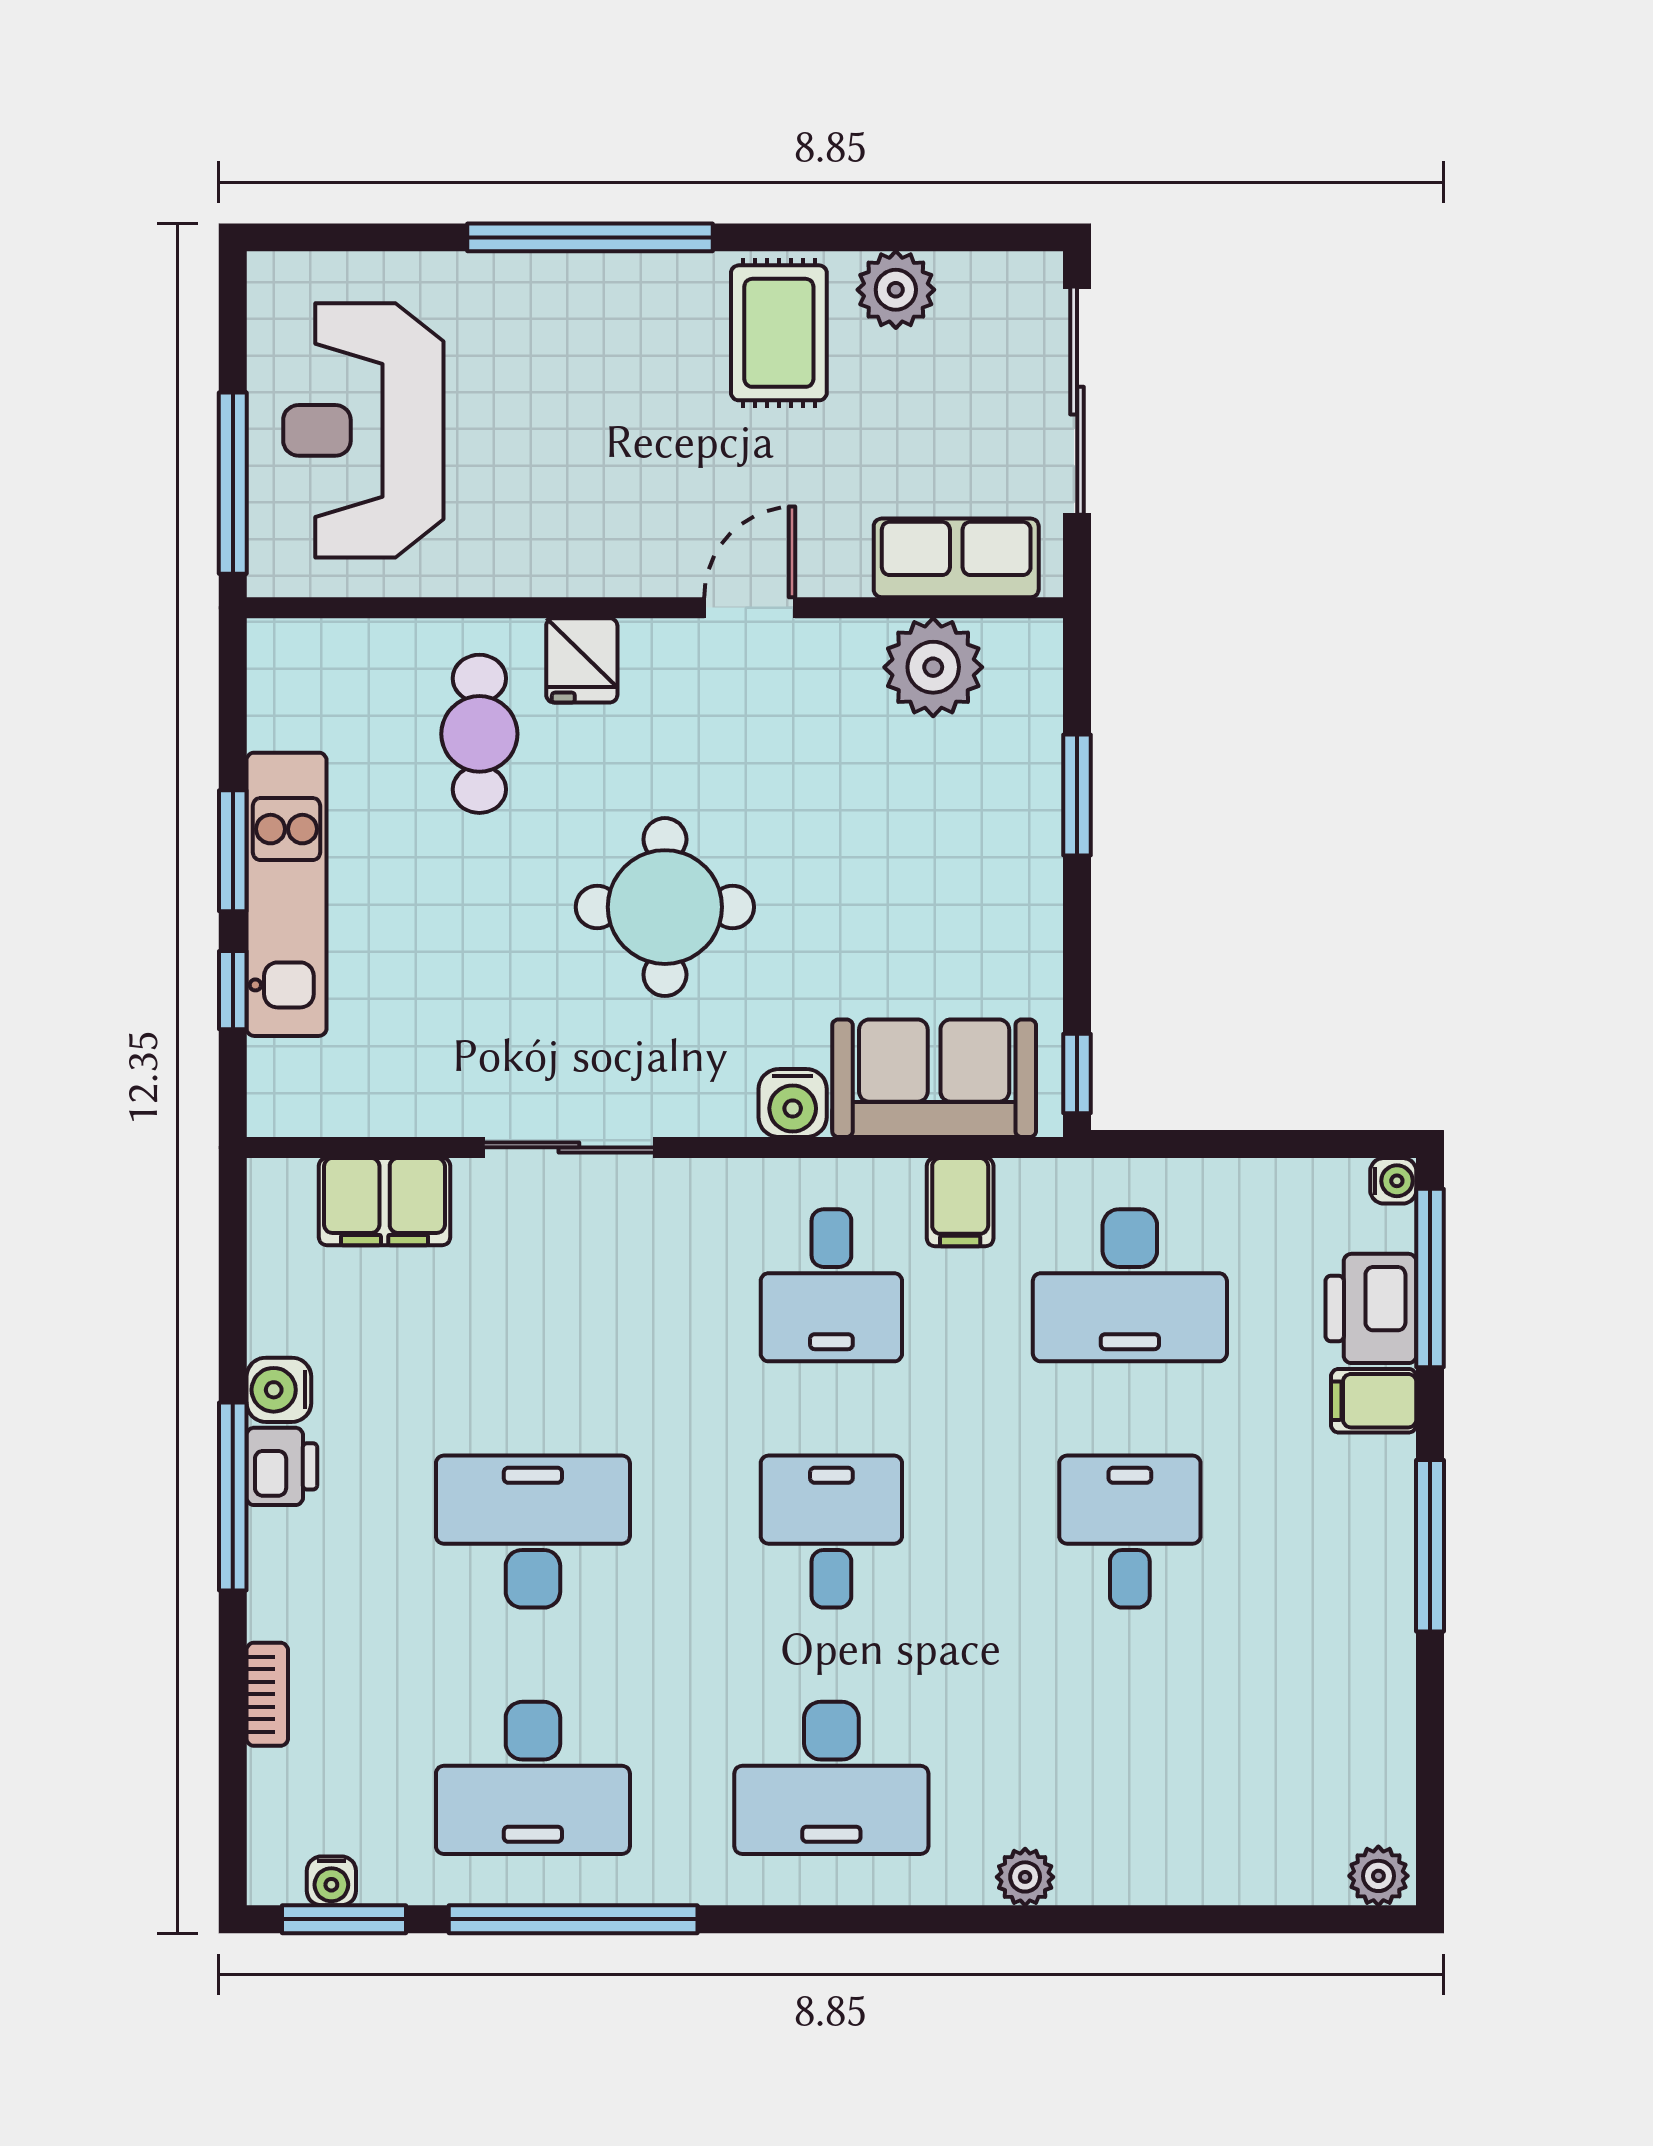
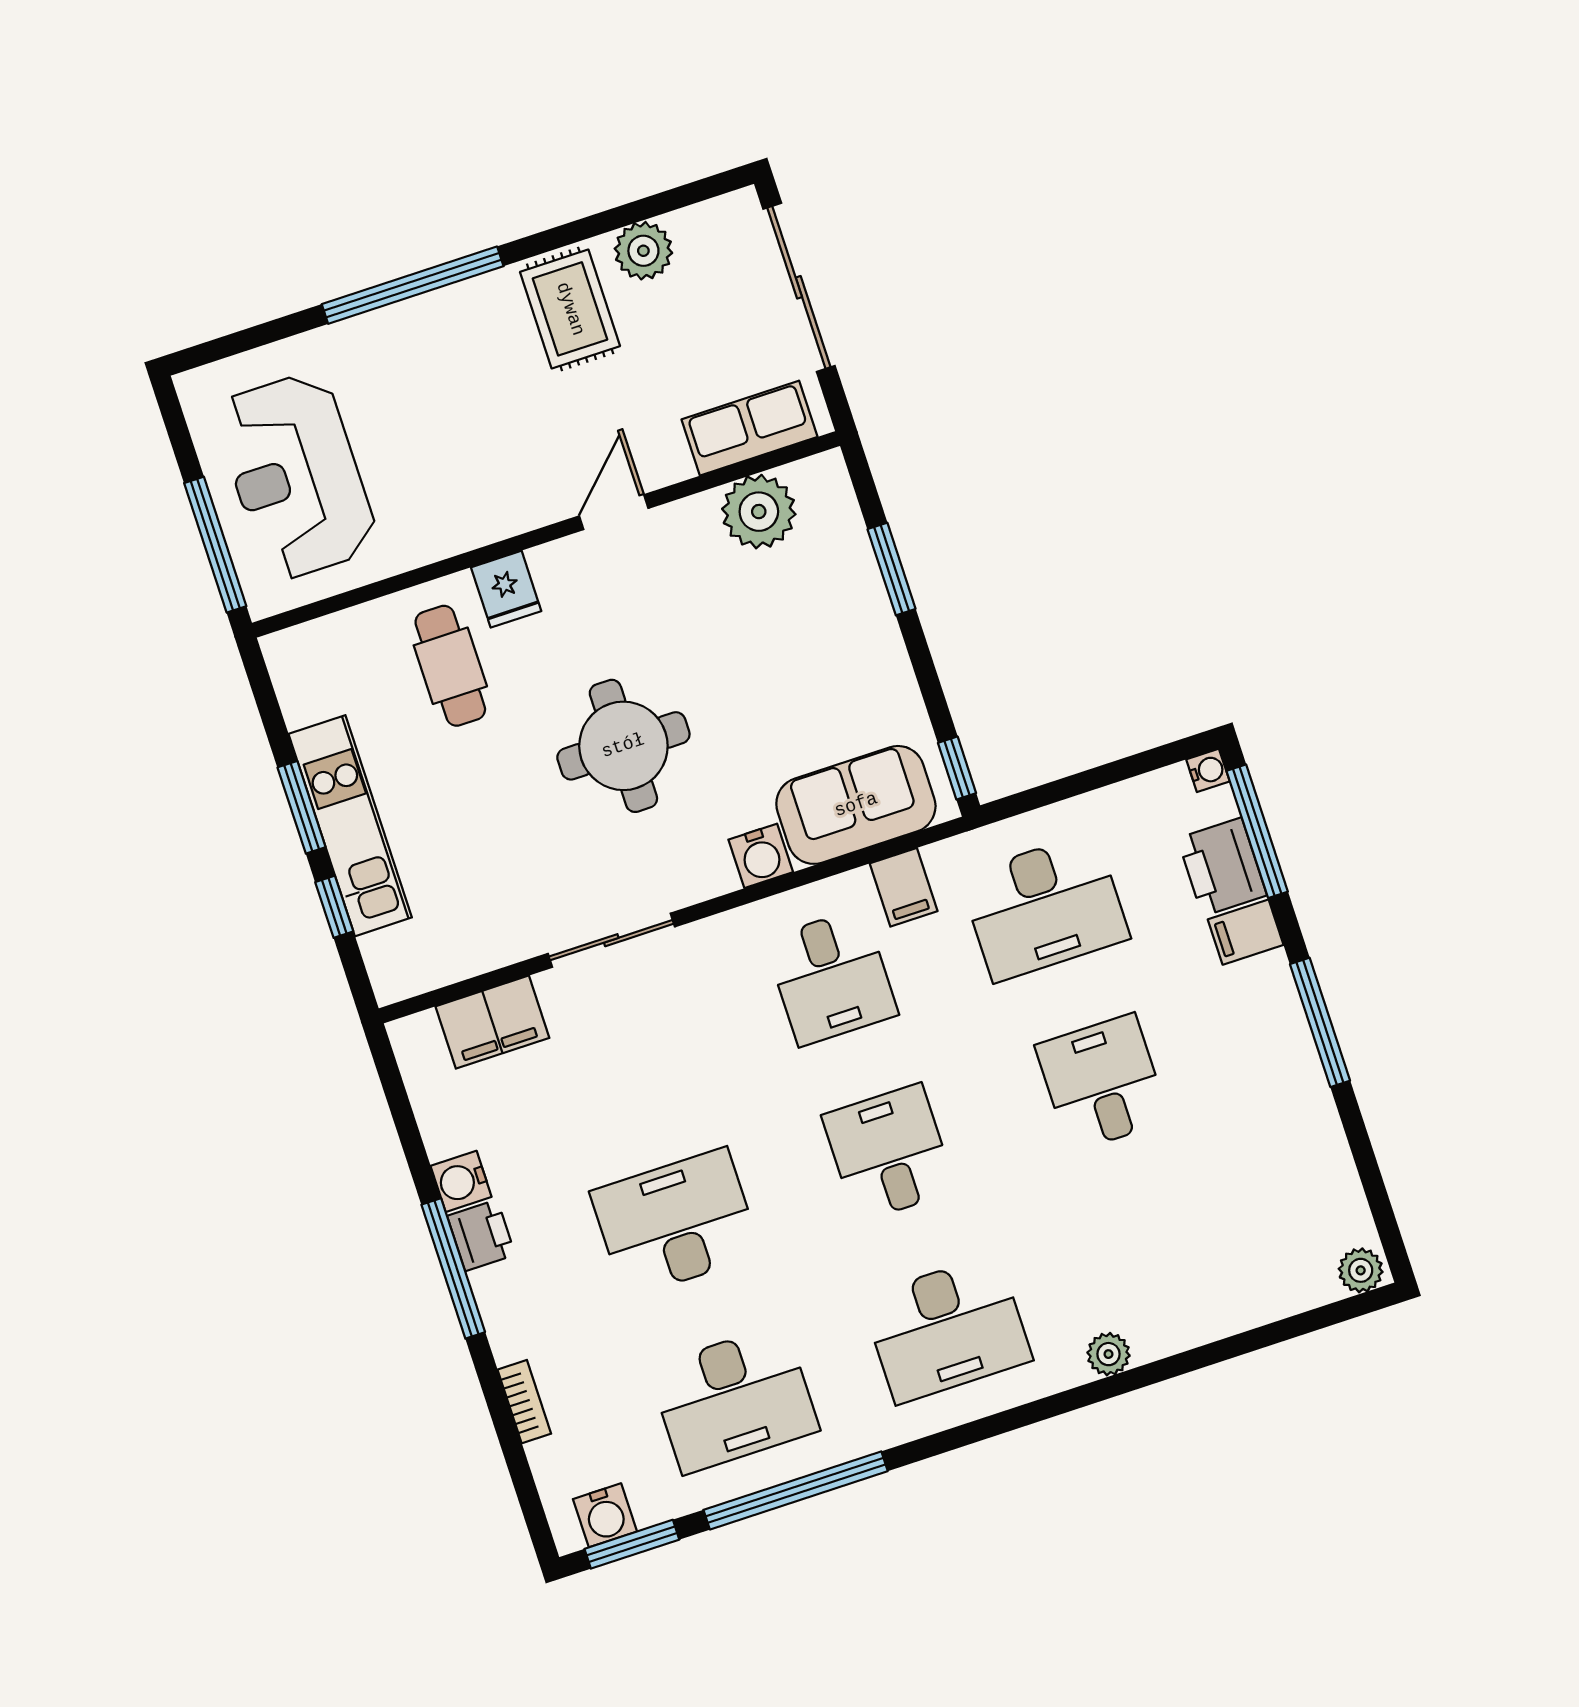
water cooler: (331, 1881) -> (605, 1515), width x1.38, depth x1.38

